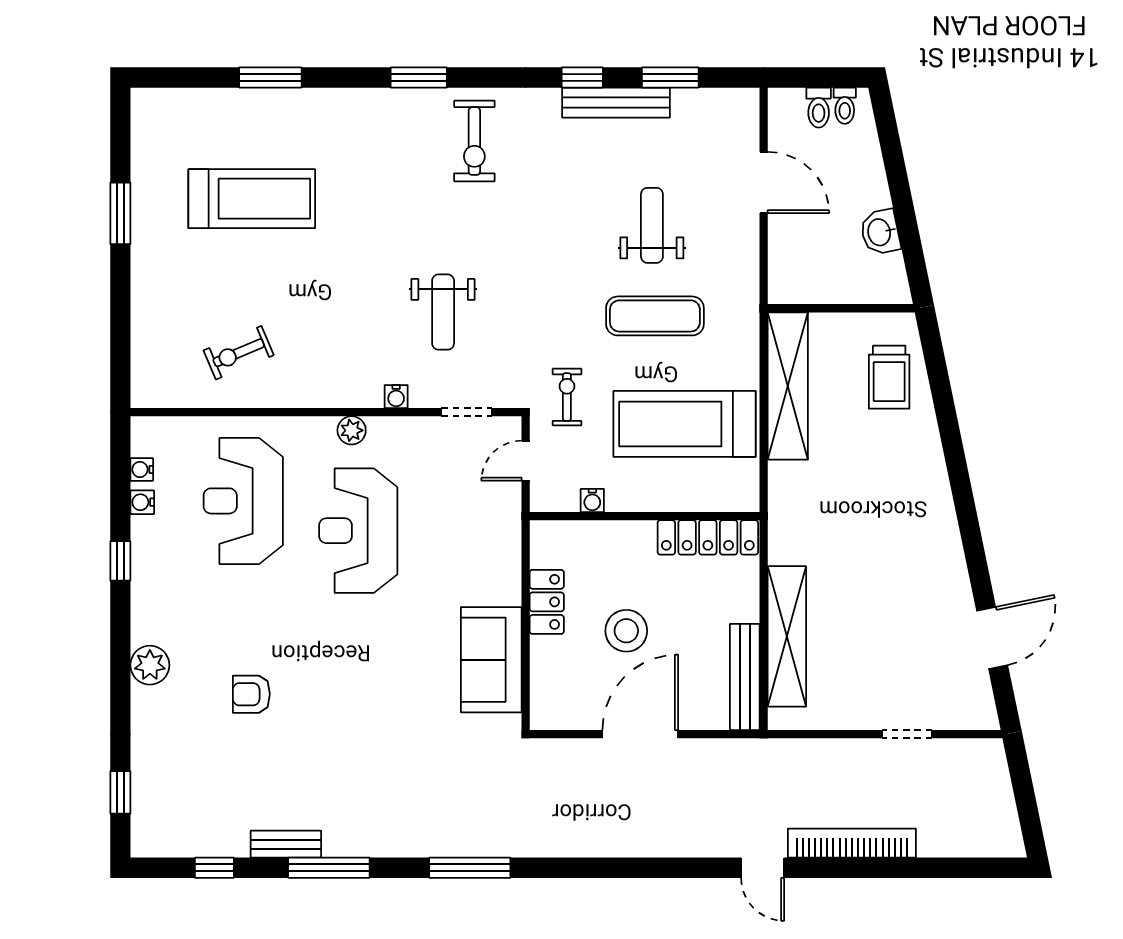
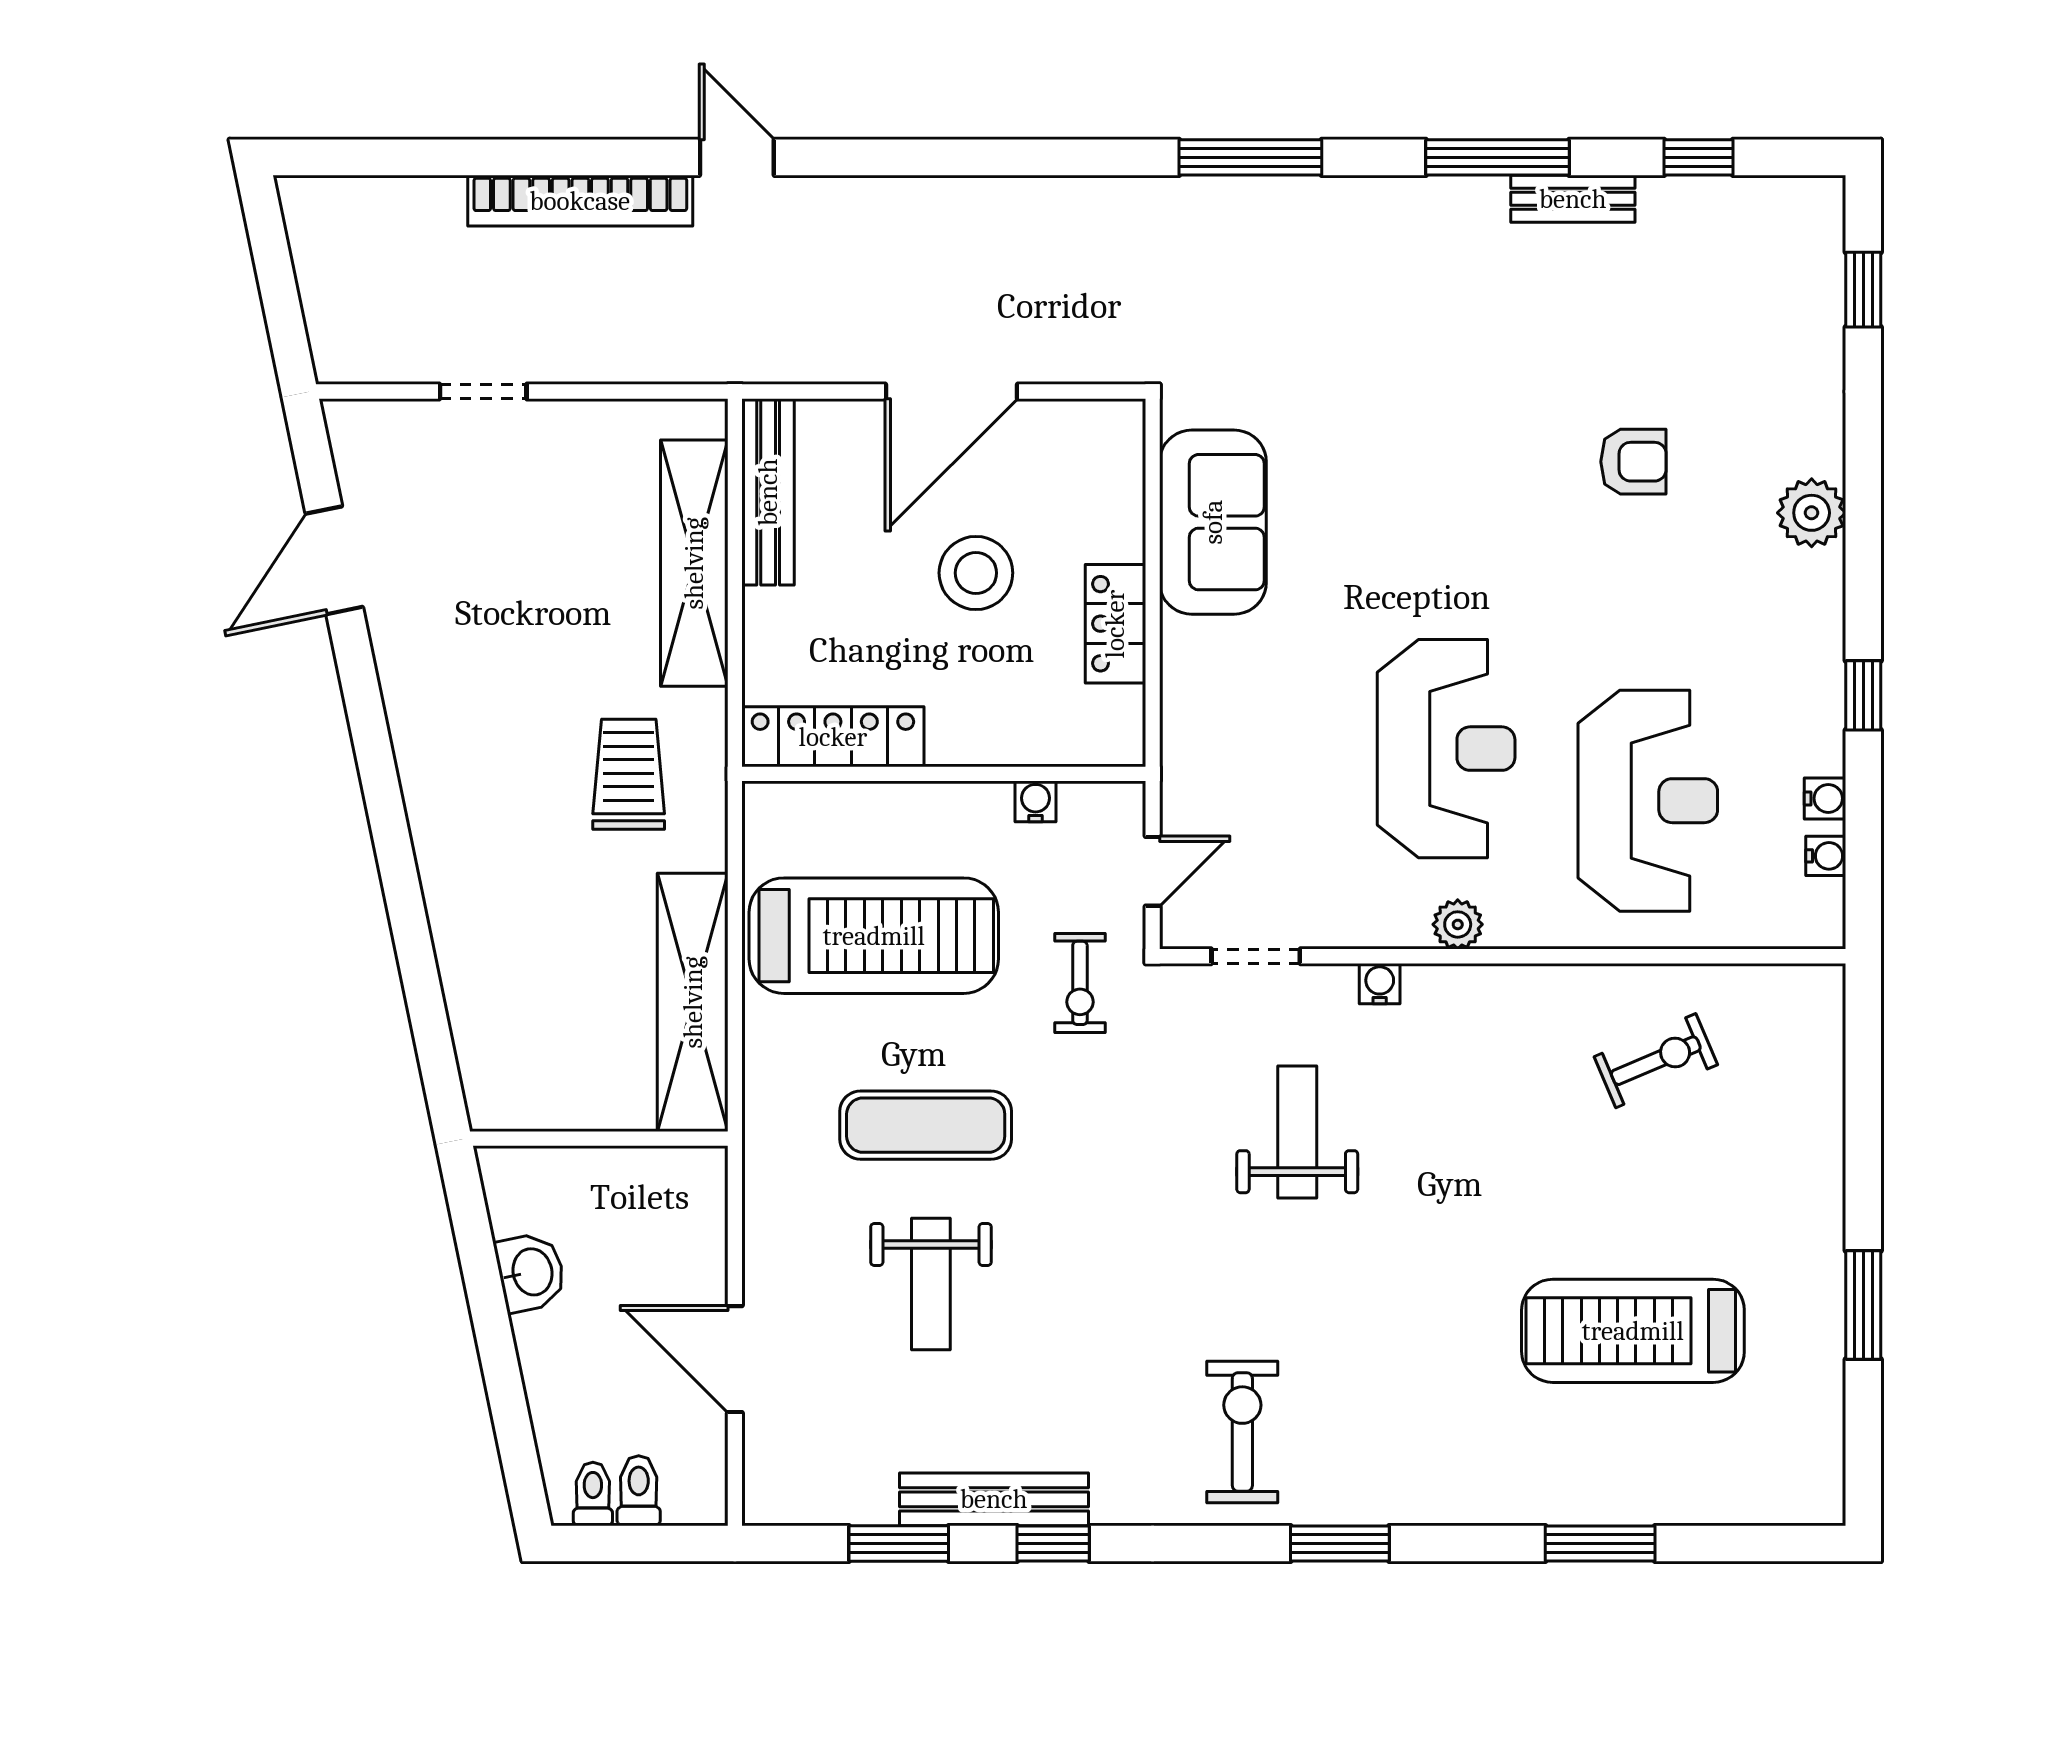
trolley: (889, 377) -> (629, 774), moved

